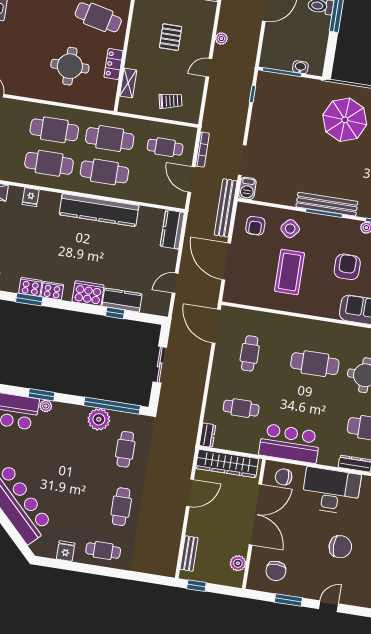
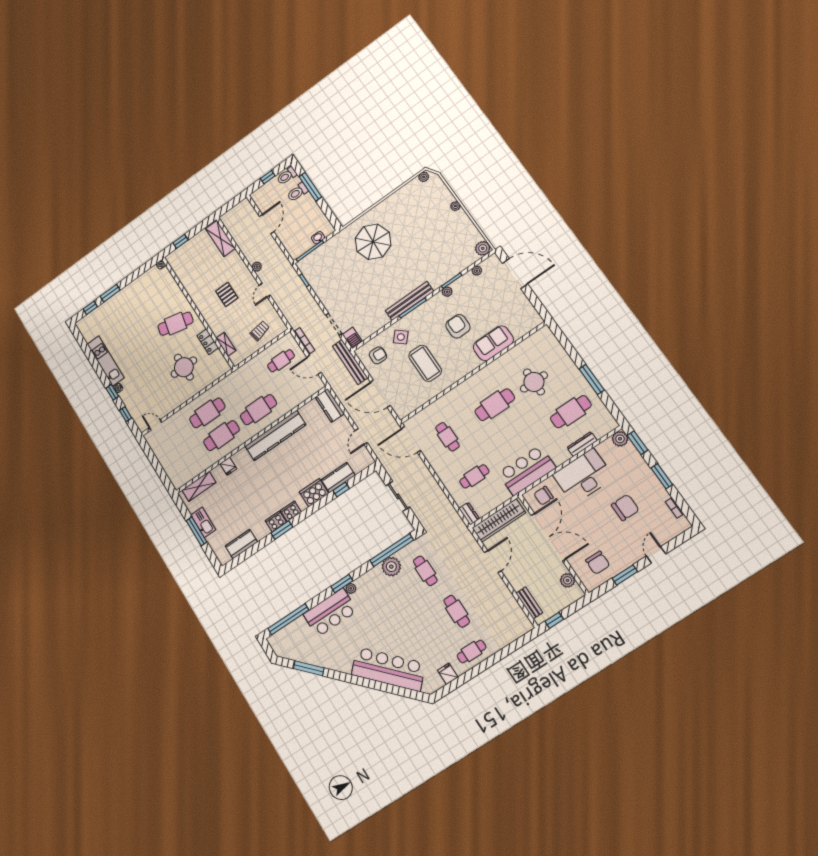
cafe table: (110, 139) -> (244, 387), removed
armchair: (255, 226) -> (378, 355), turned -87

